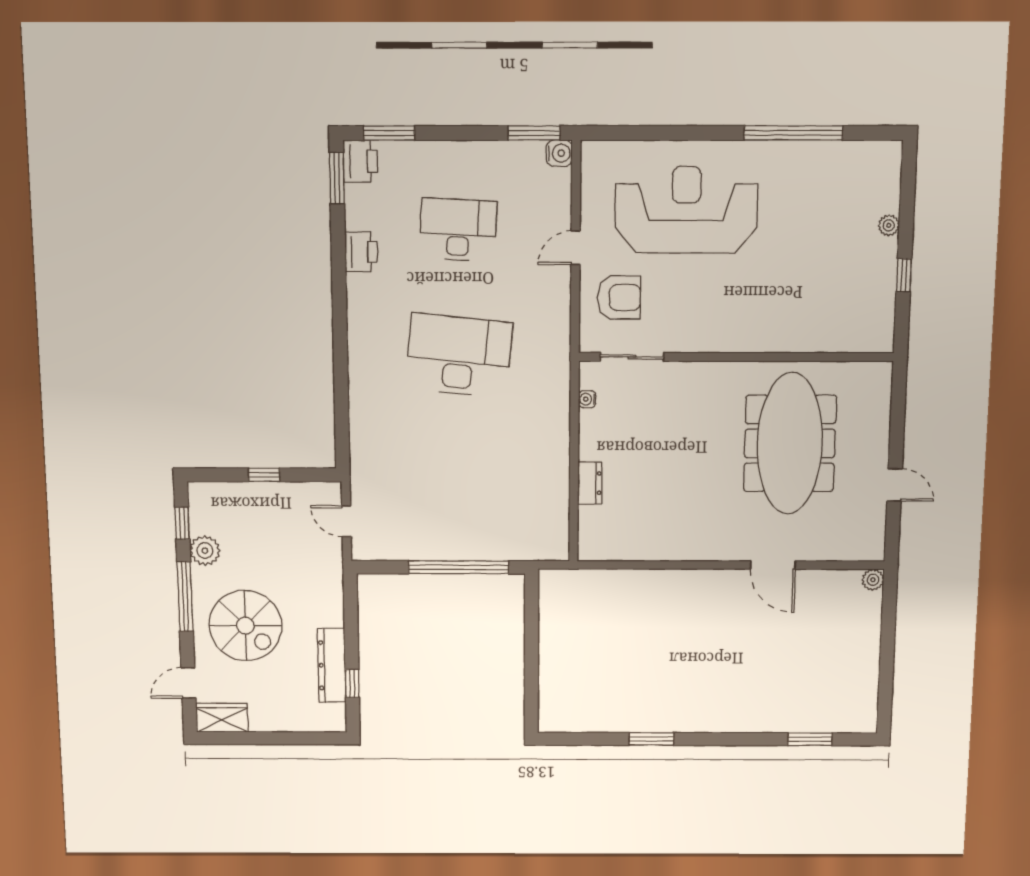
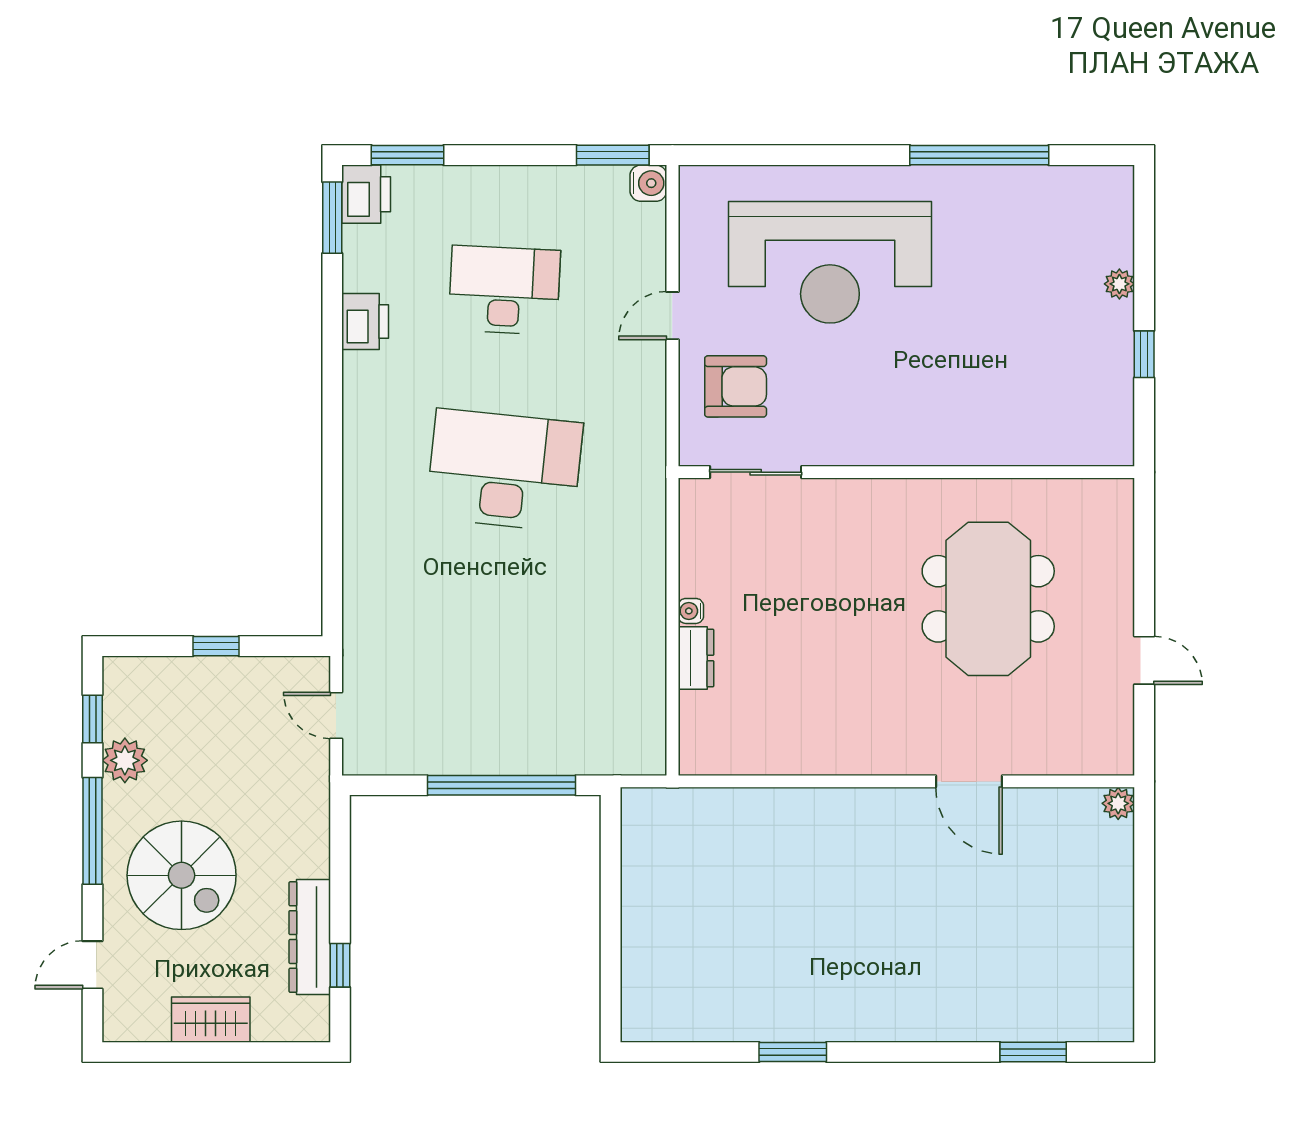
reception desk: (686, 210) -> (830, 262), turned 180
water cooler: (587, 399) -> (691, 611), moved
meeting table: (790, 443) -> (988, 599), width x0.73
wardrobe: (222, 718) -> (211, 1020), moved

